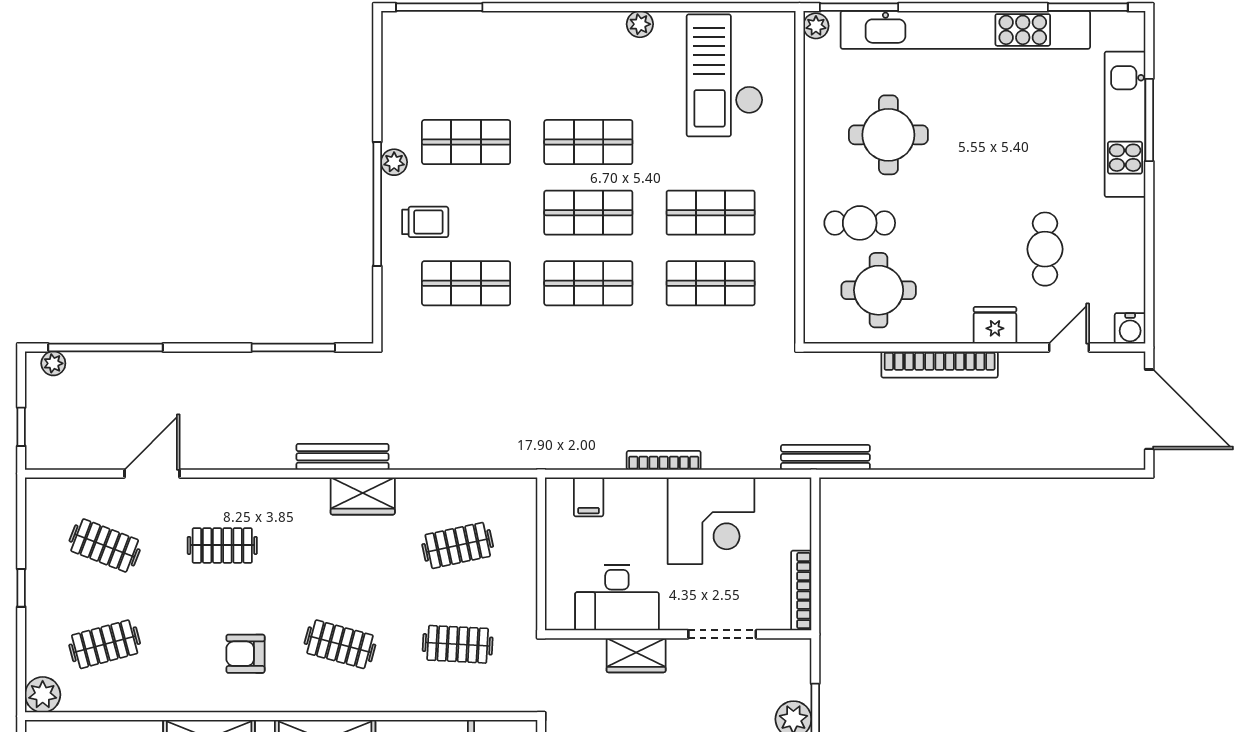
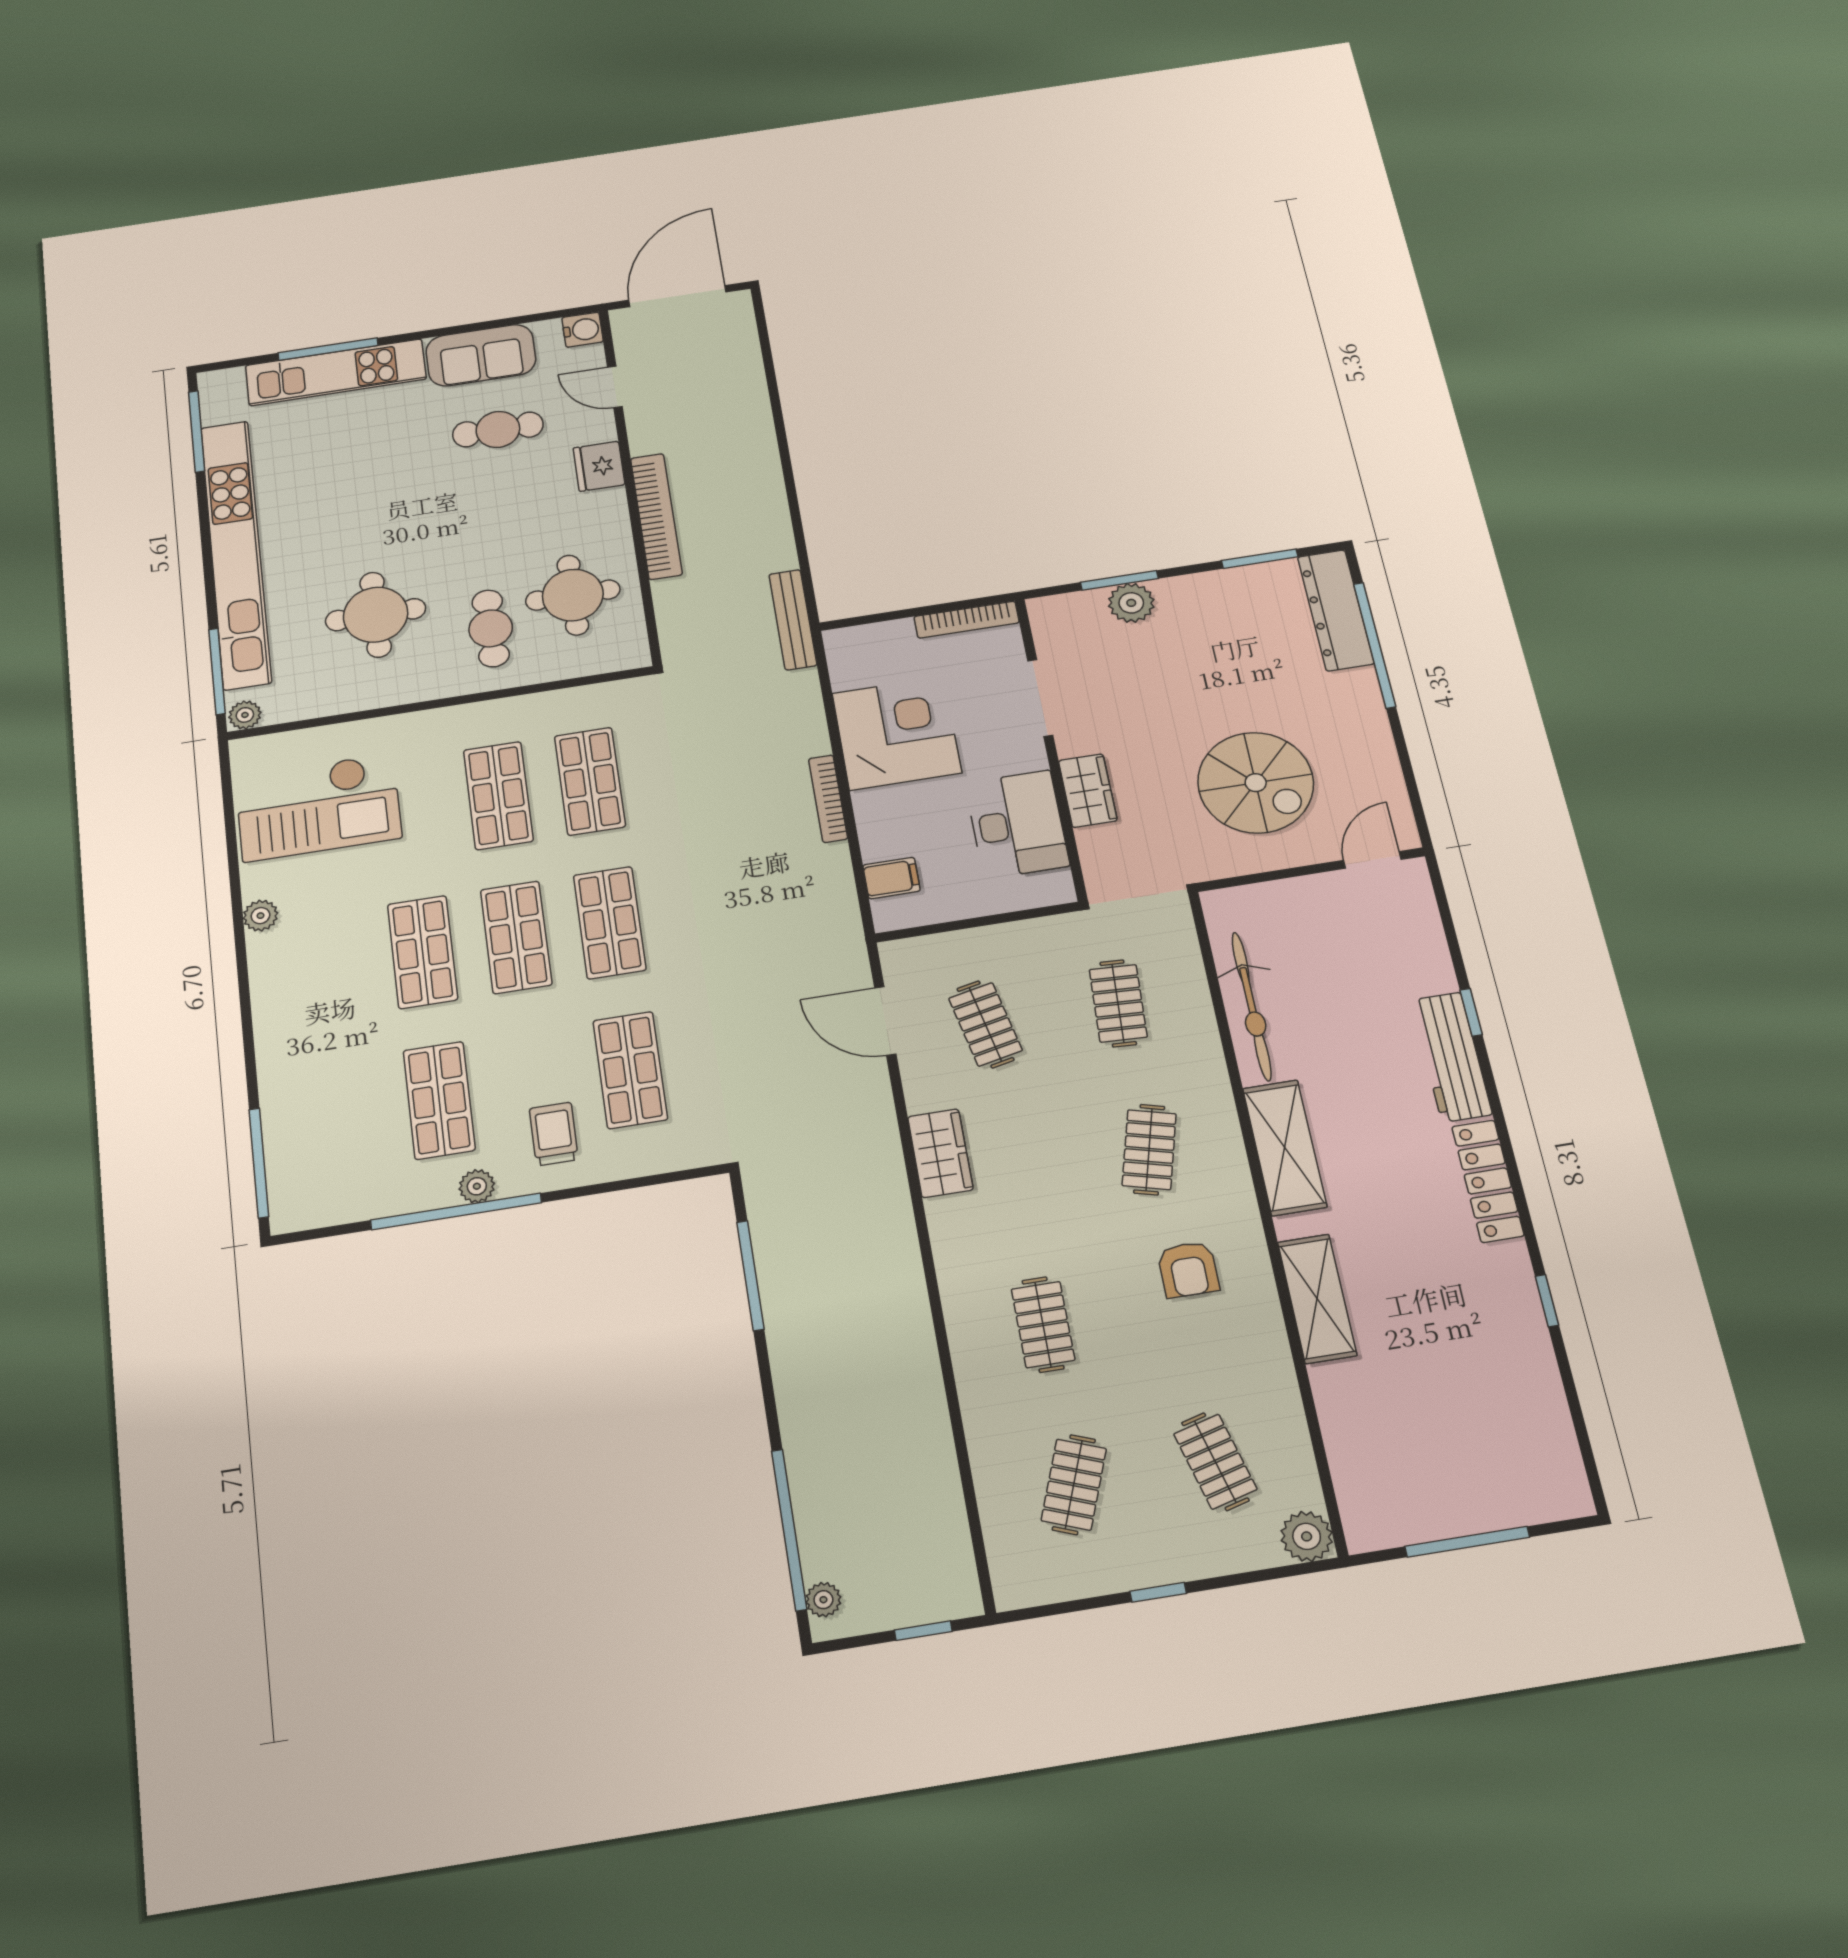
window: (377, 204) -> (456, 1211), moved
sofa: (1120, 243) -> (481, 355), added
bench: (343, 457) -> (891, 1187), removed
door: (152, 474) -> (885, 1021), moved

